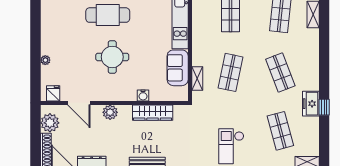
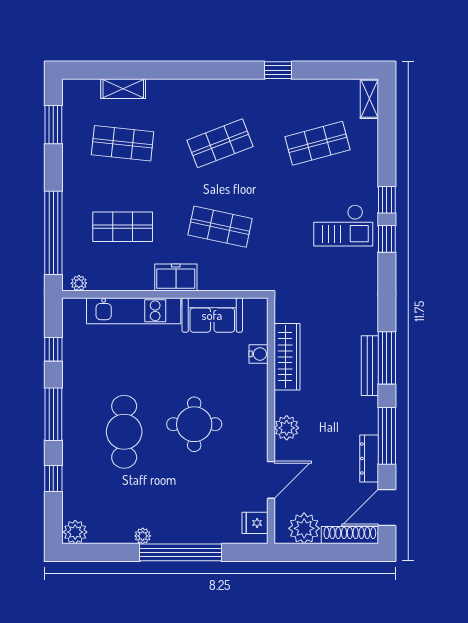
window: (35, 49) -> (181, 552), added
plant: (45, 60) -> (143, 536), moved
shelving: (197, 79) -> (230, 282), removed
water cooler: (143, 95) -> (258, 354), moved
freezer: (311, 104) -> (176, 278), moved, turned 180

